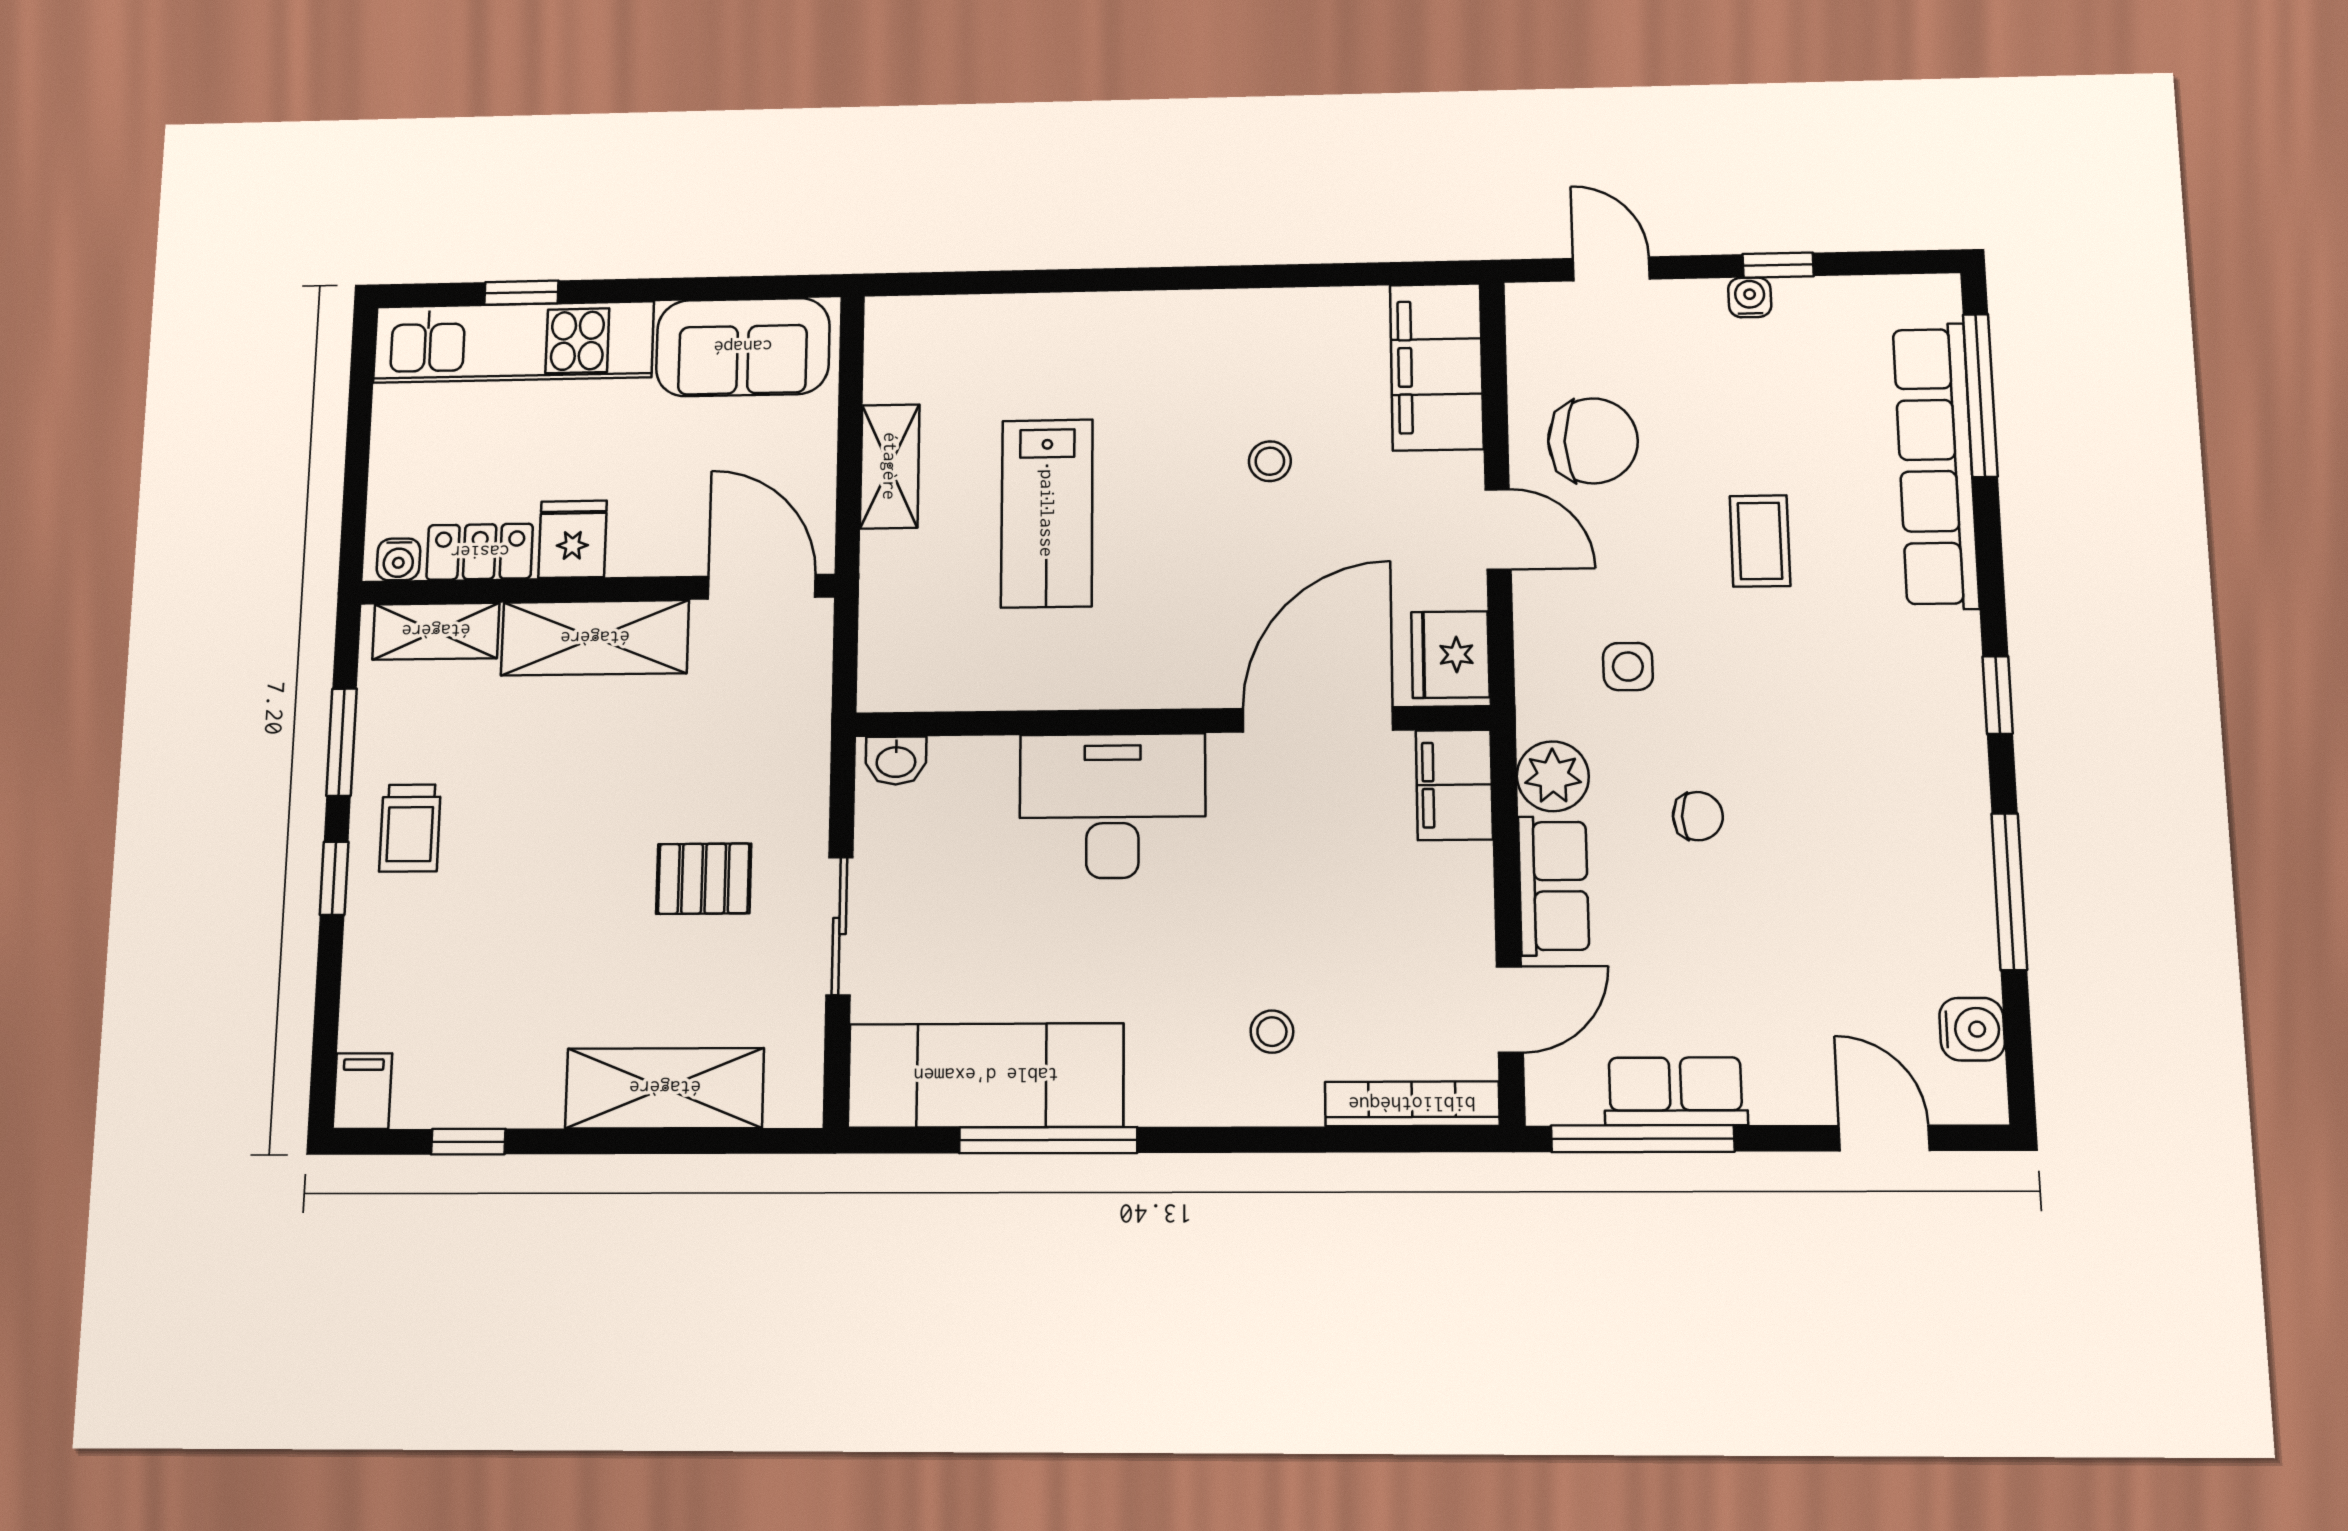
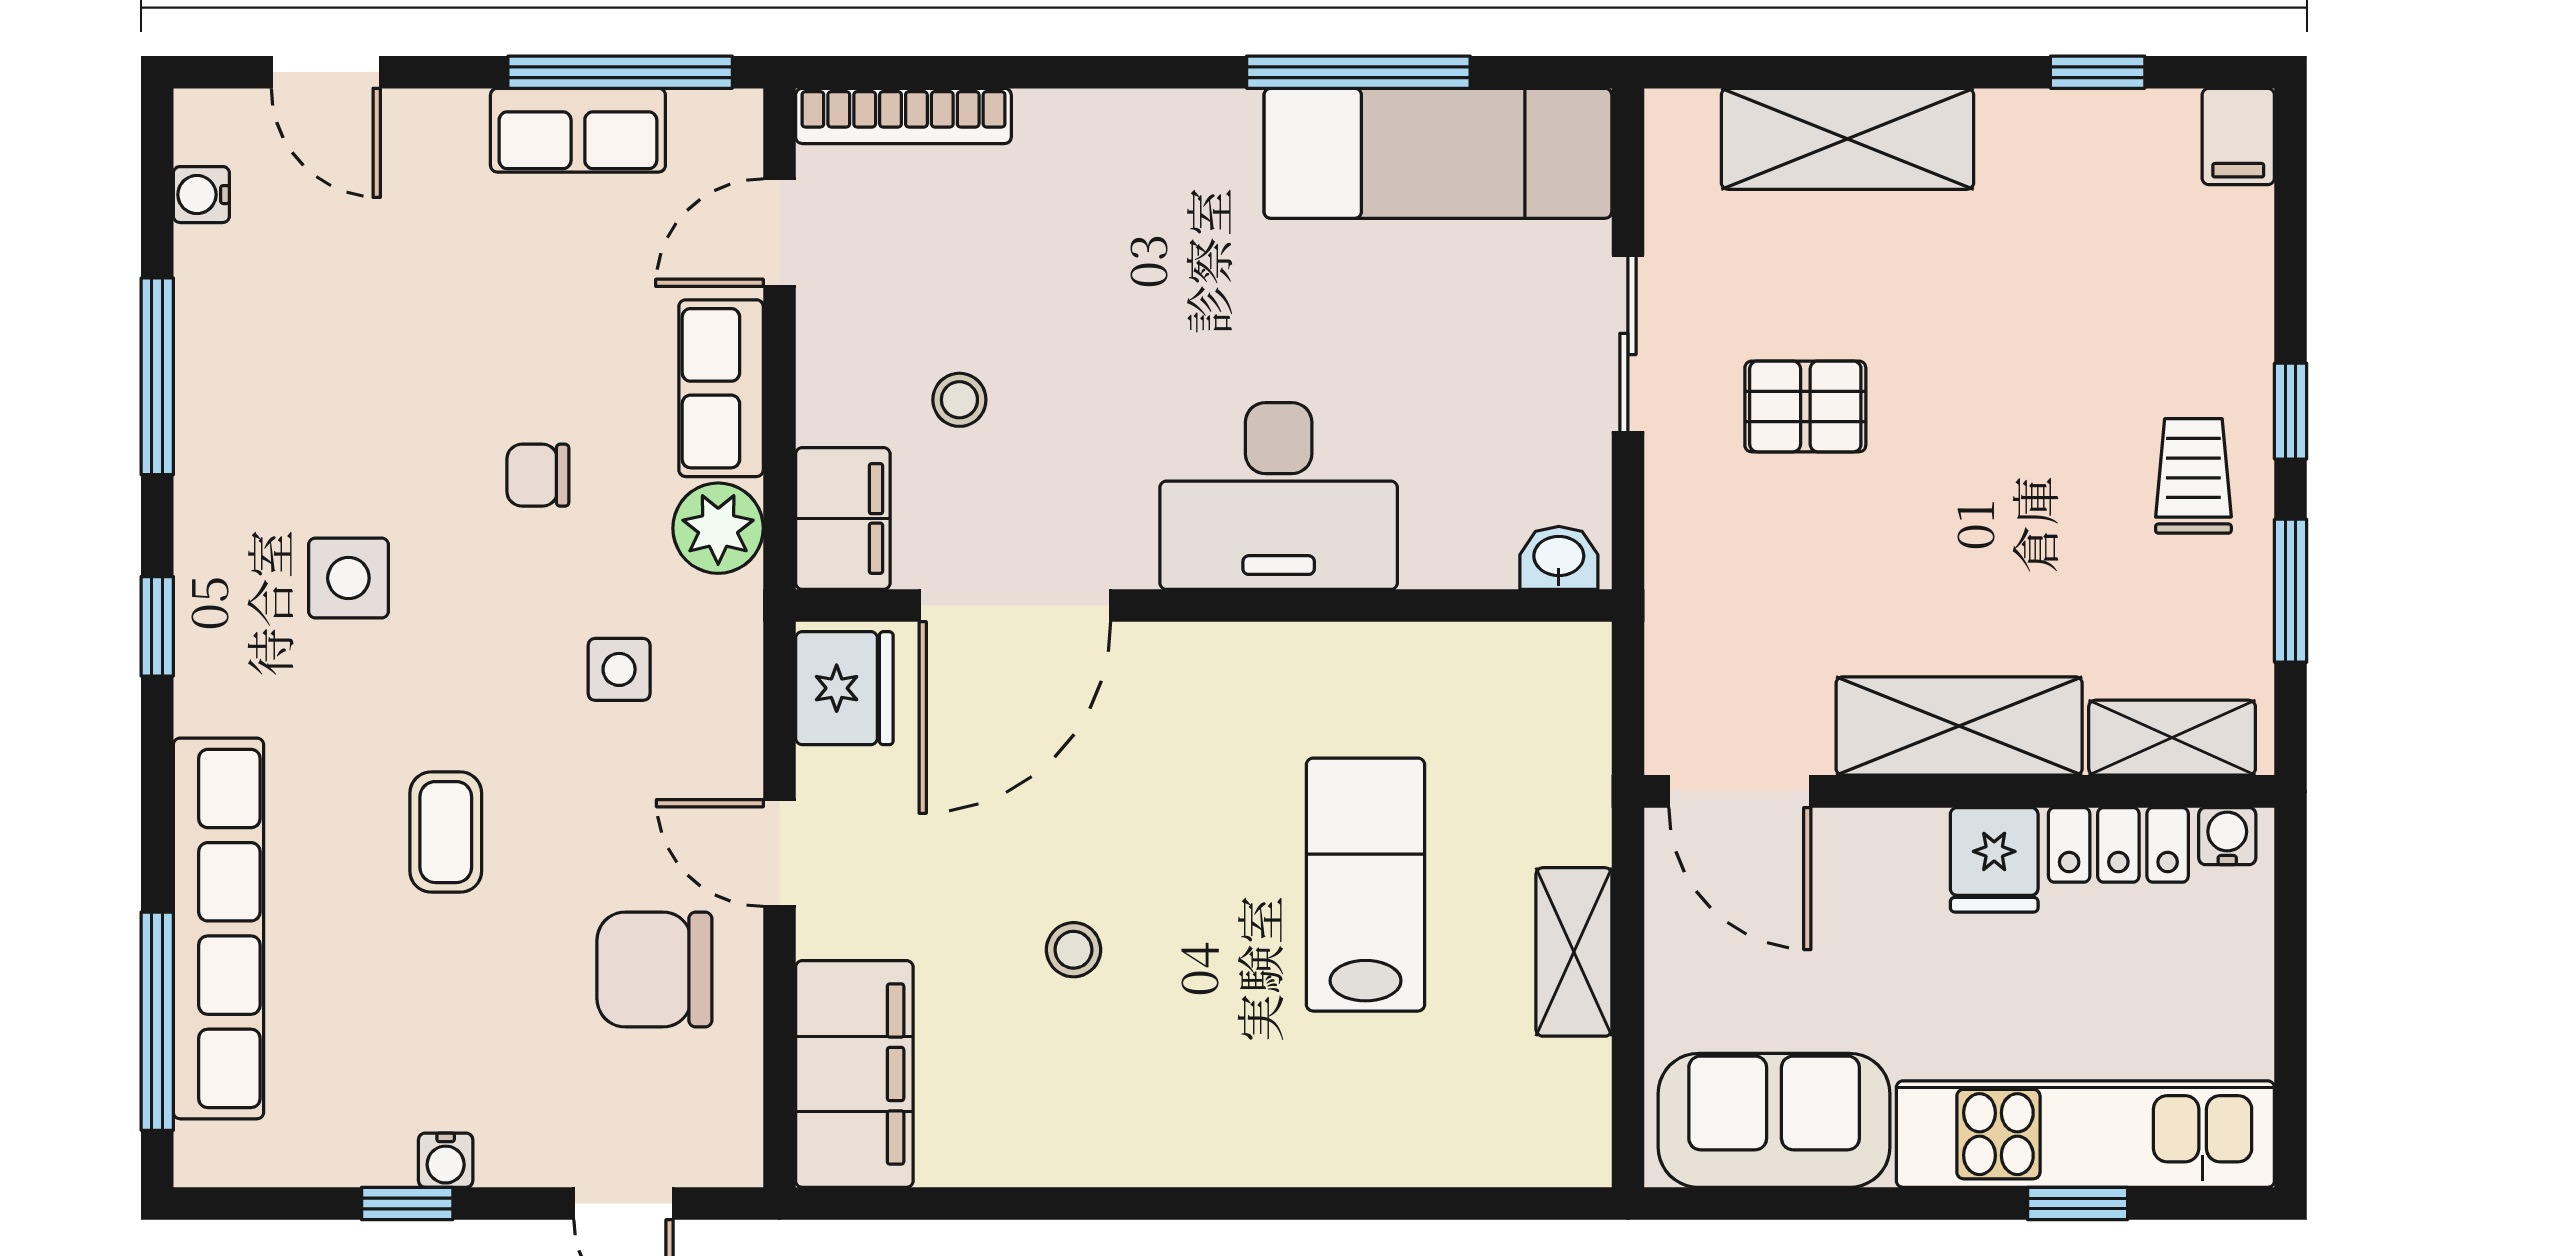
side table: (1846, 734) -> (348, 578), added
water cooler: (1972, 1029) -> (201, 195), width x0.72, depth x0.72
stool: (1272, 1032) -> (959, 400), moved

